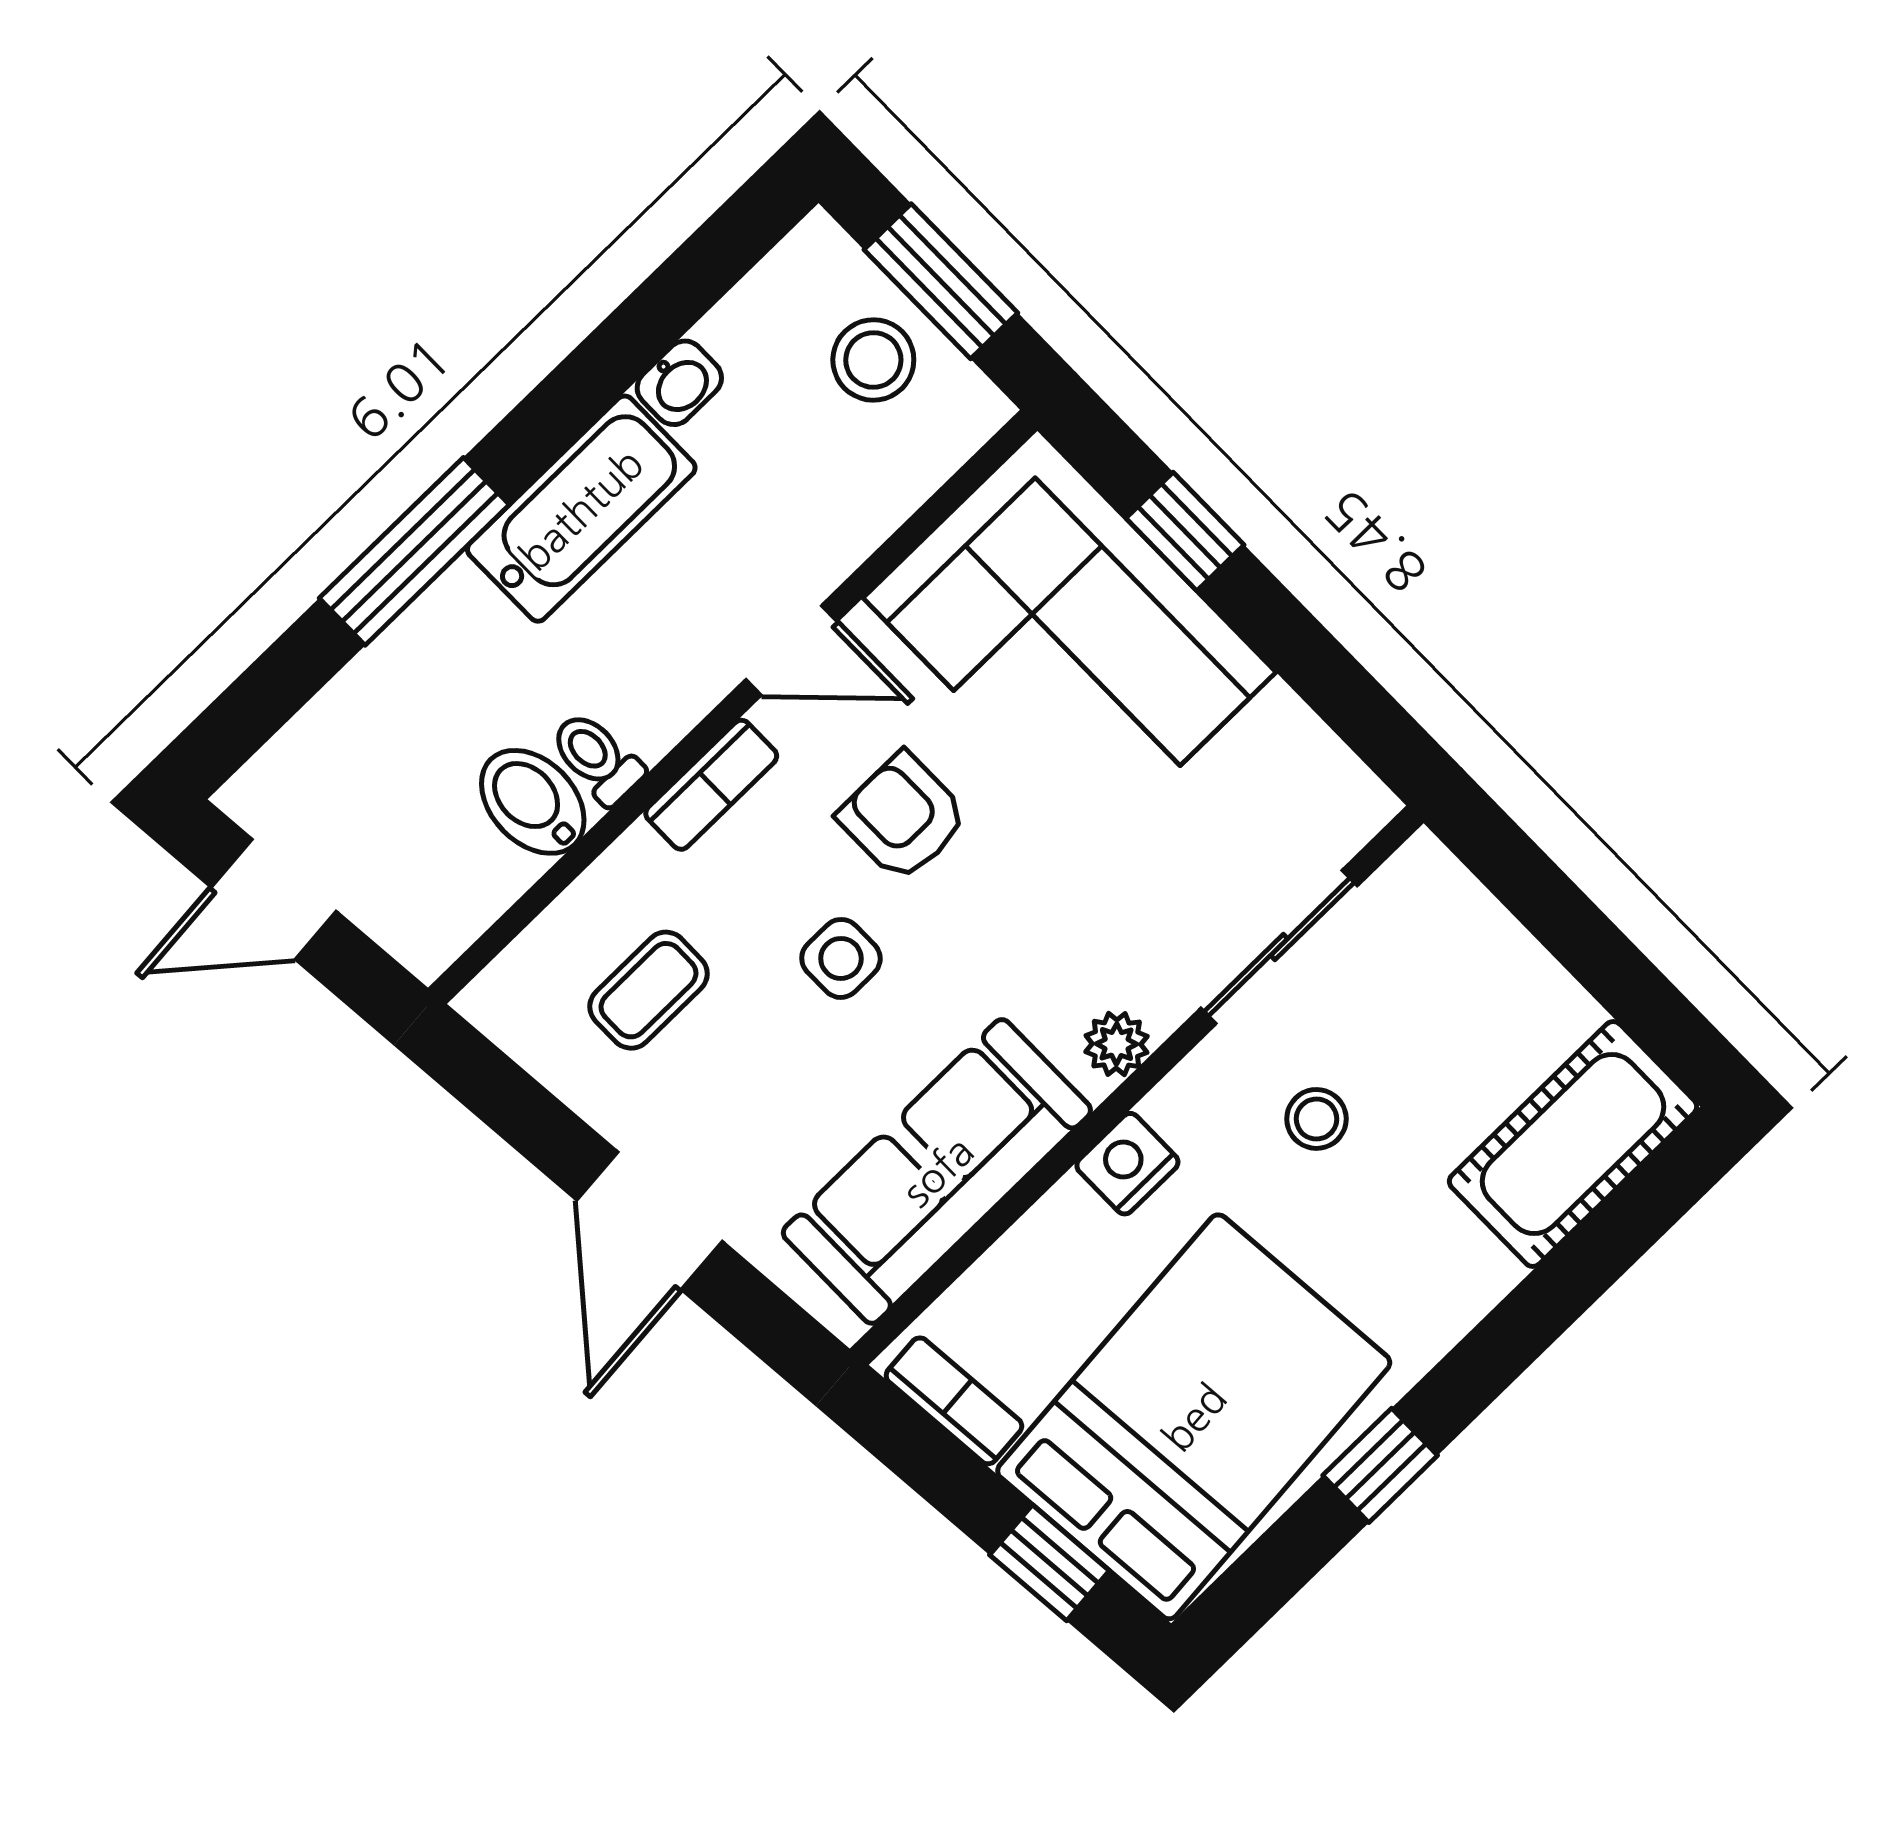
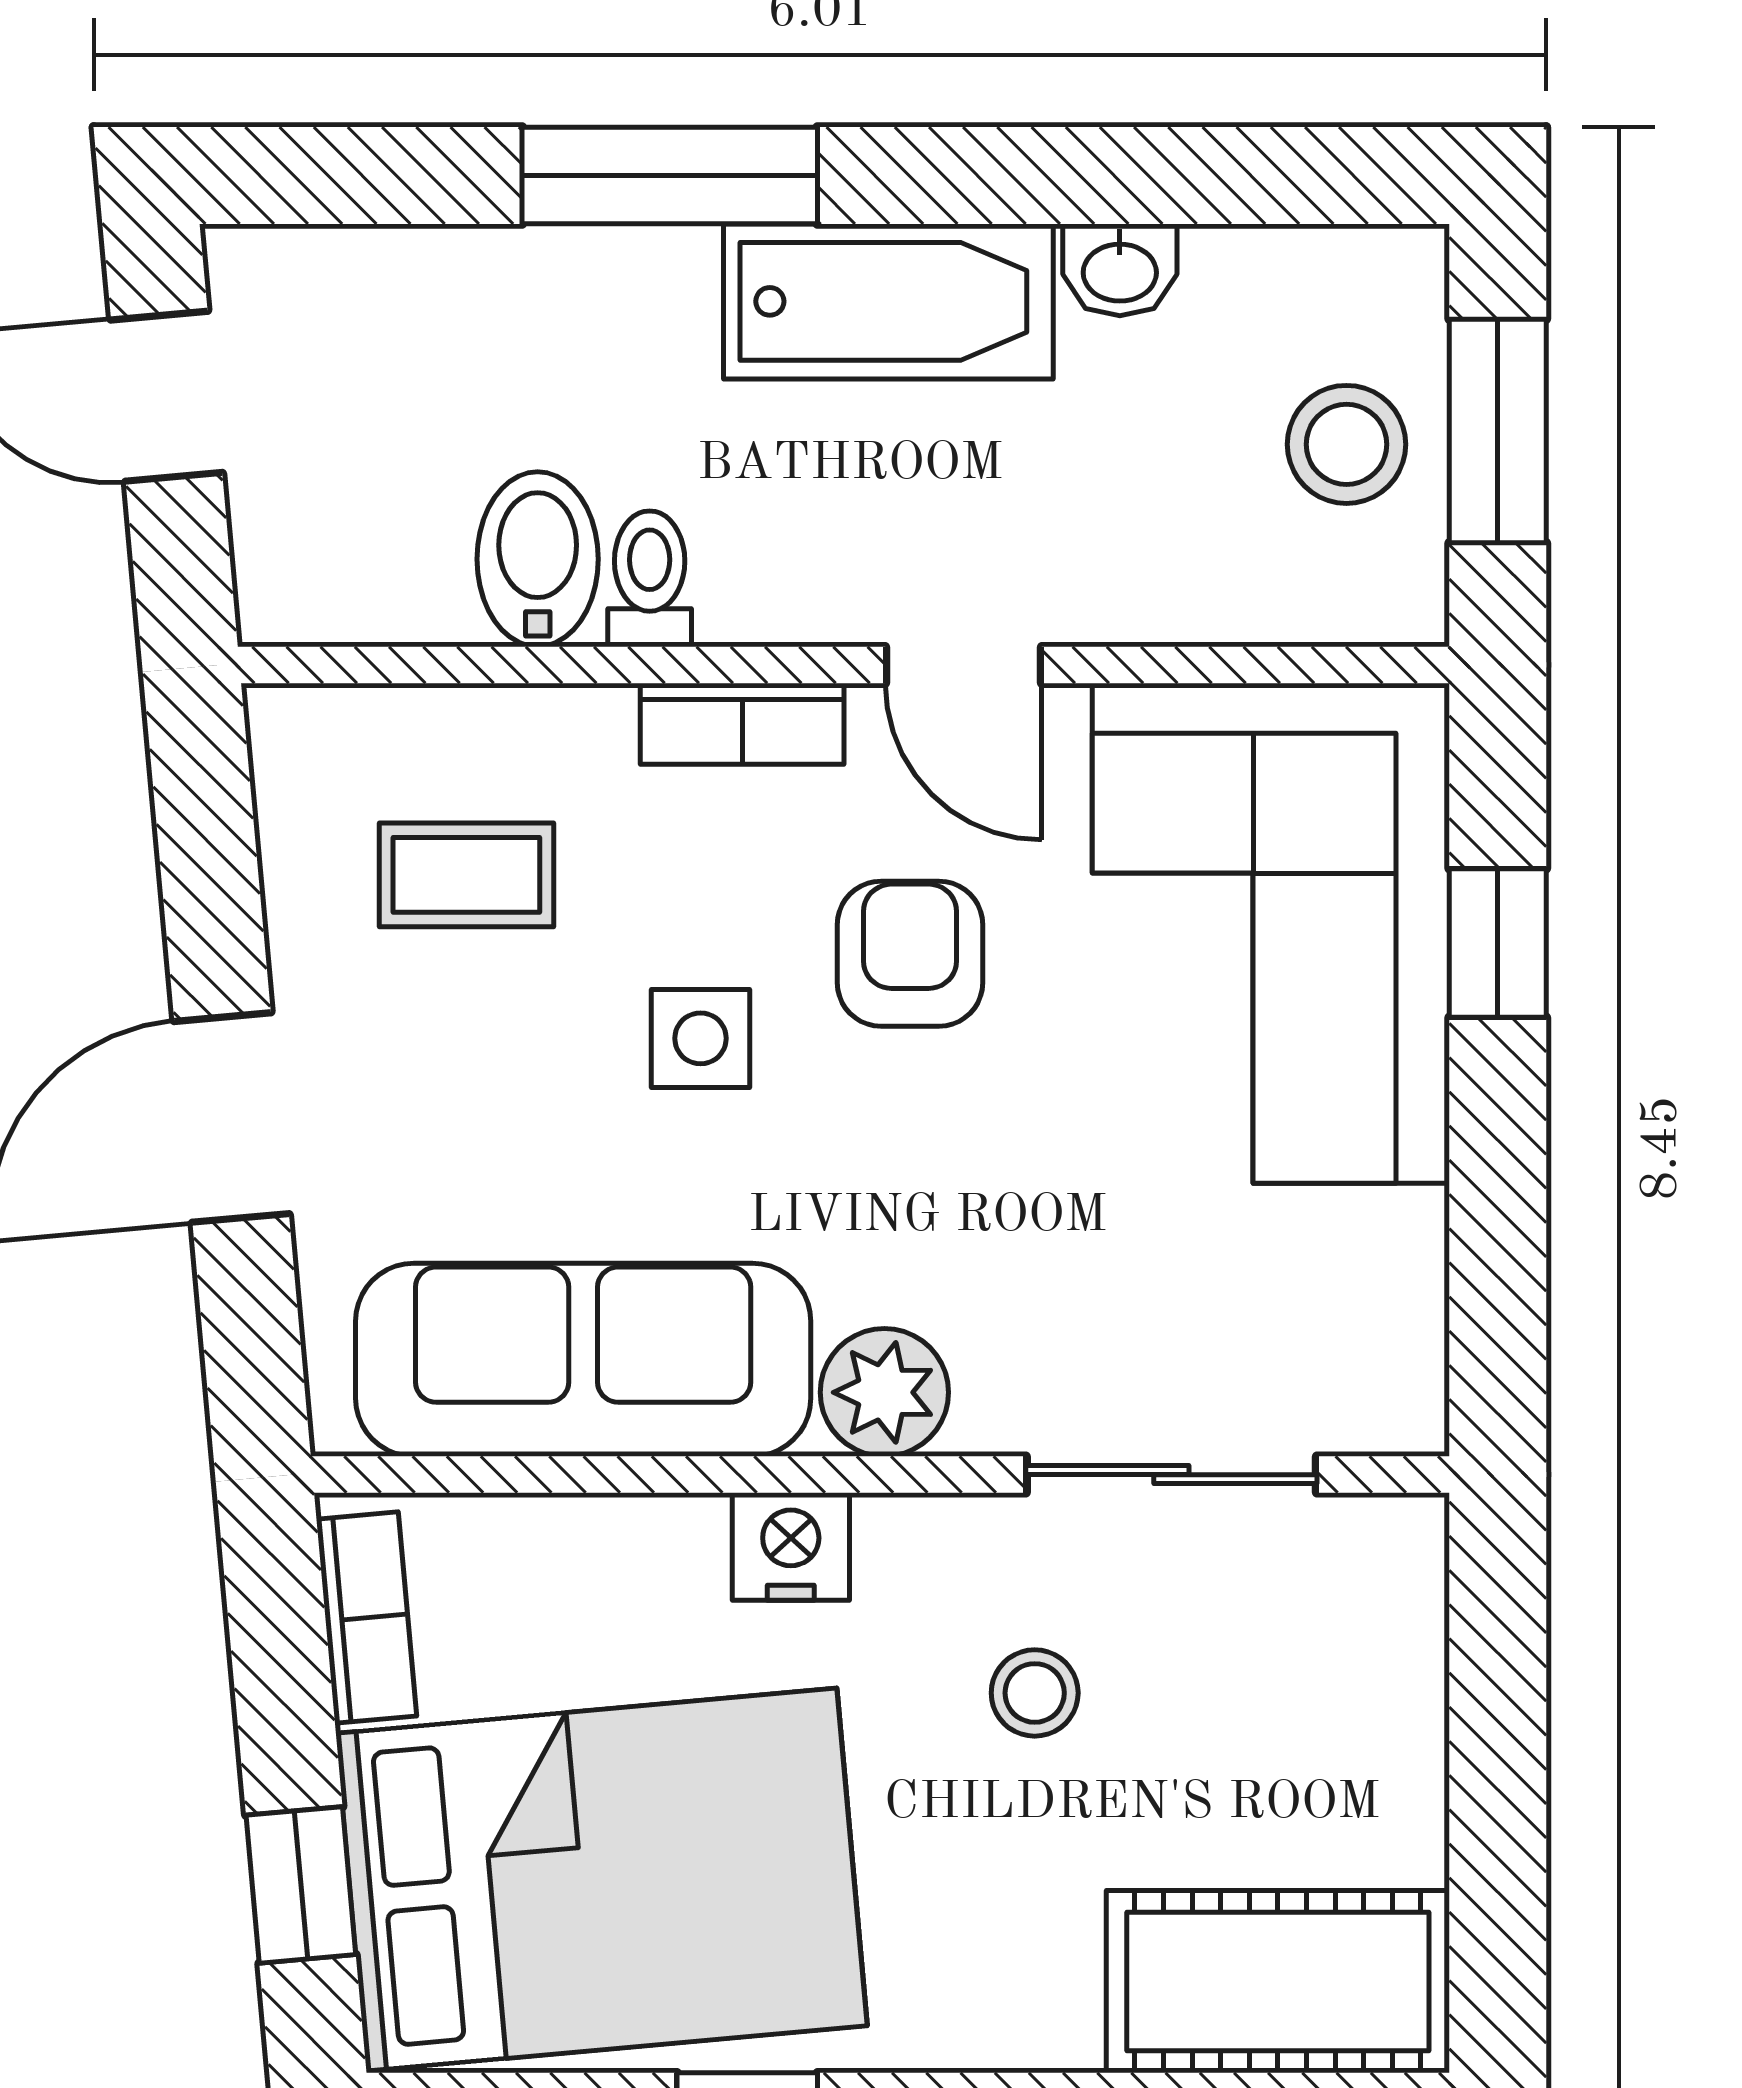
plant: (1117, 1044) -> (884, 1392), width x1.38, depth x1.38

